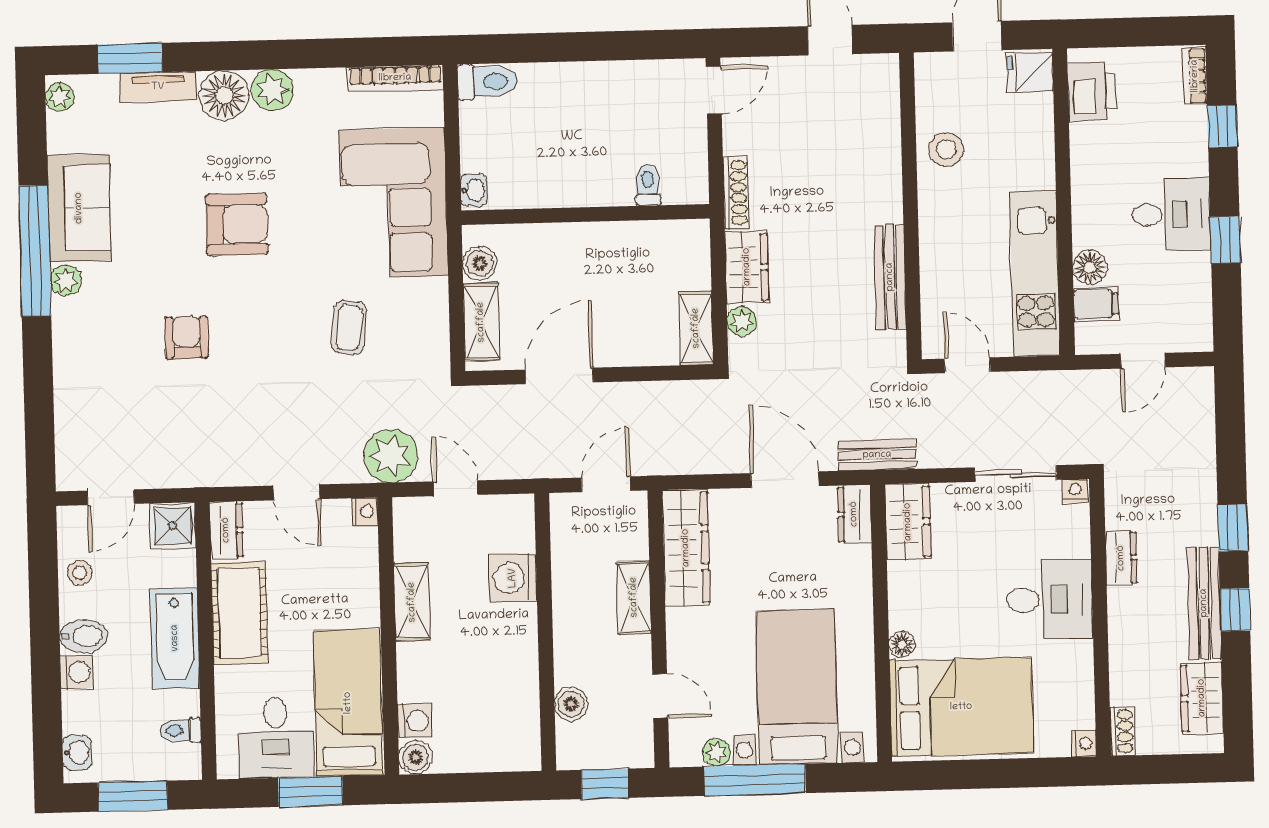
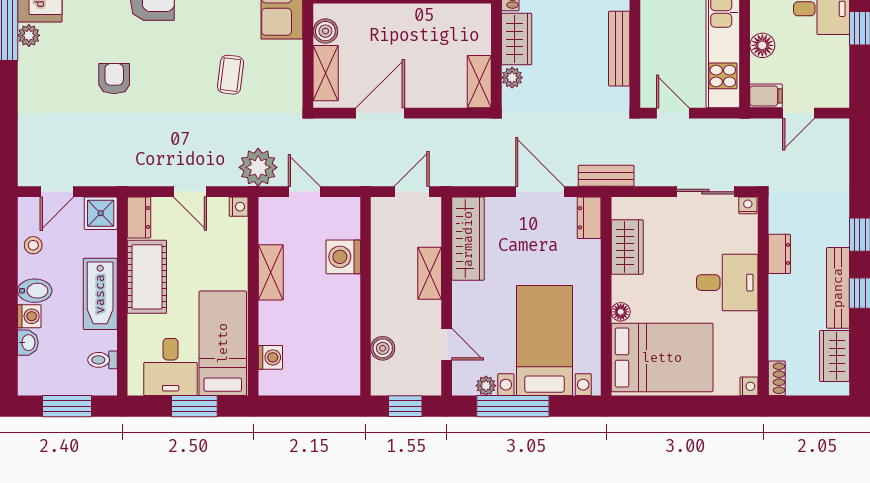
filing cabinet: (1096, 304) -> (766, 96), moved
wardrobe: (908, 522) -> (627, 247), moved
washbasin: (77, 753) -> (28, 343), moved
boiler: (416, 757) -> (270, 384), removed

